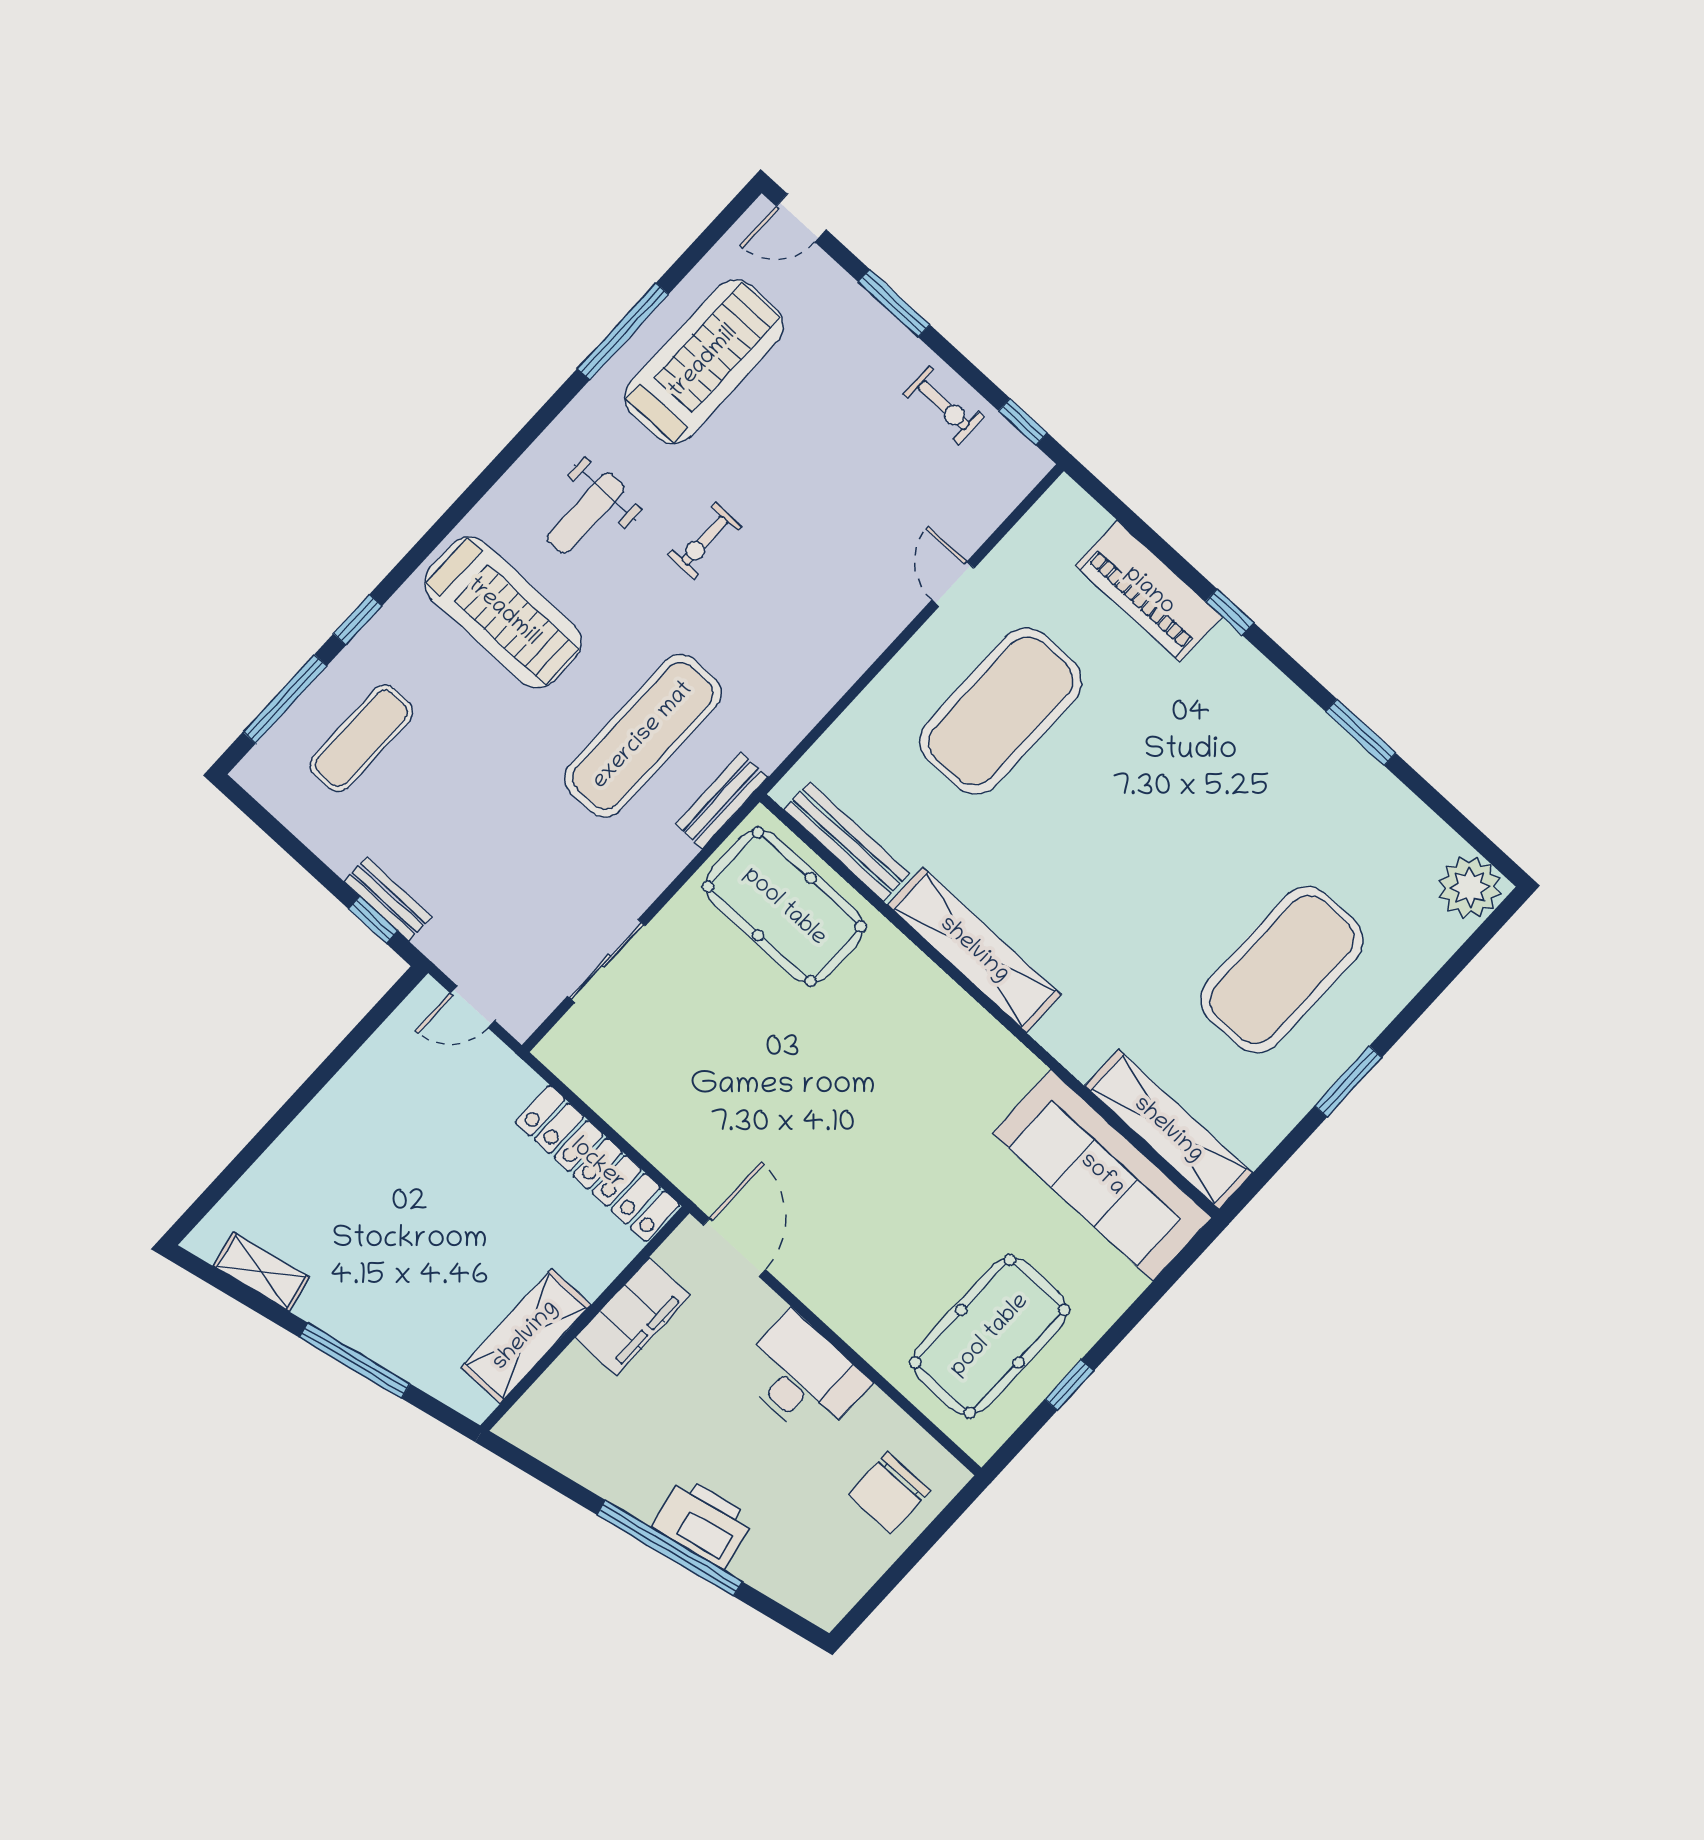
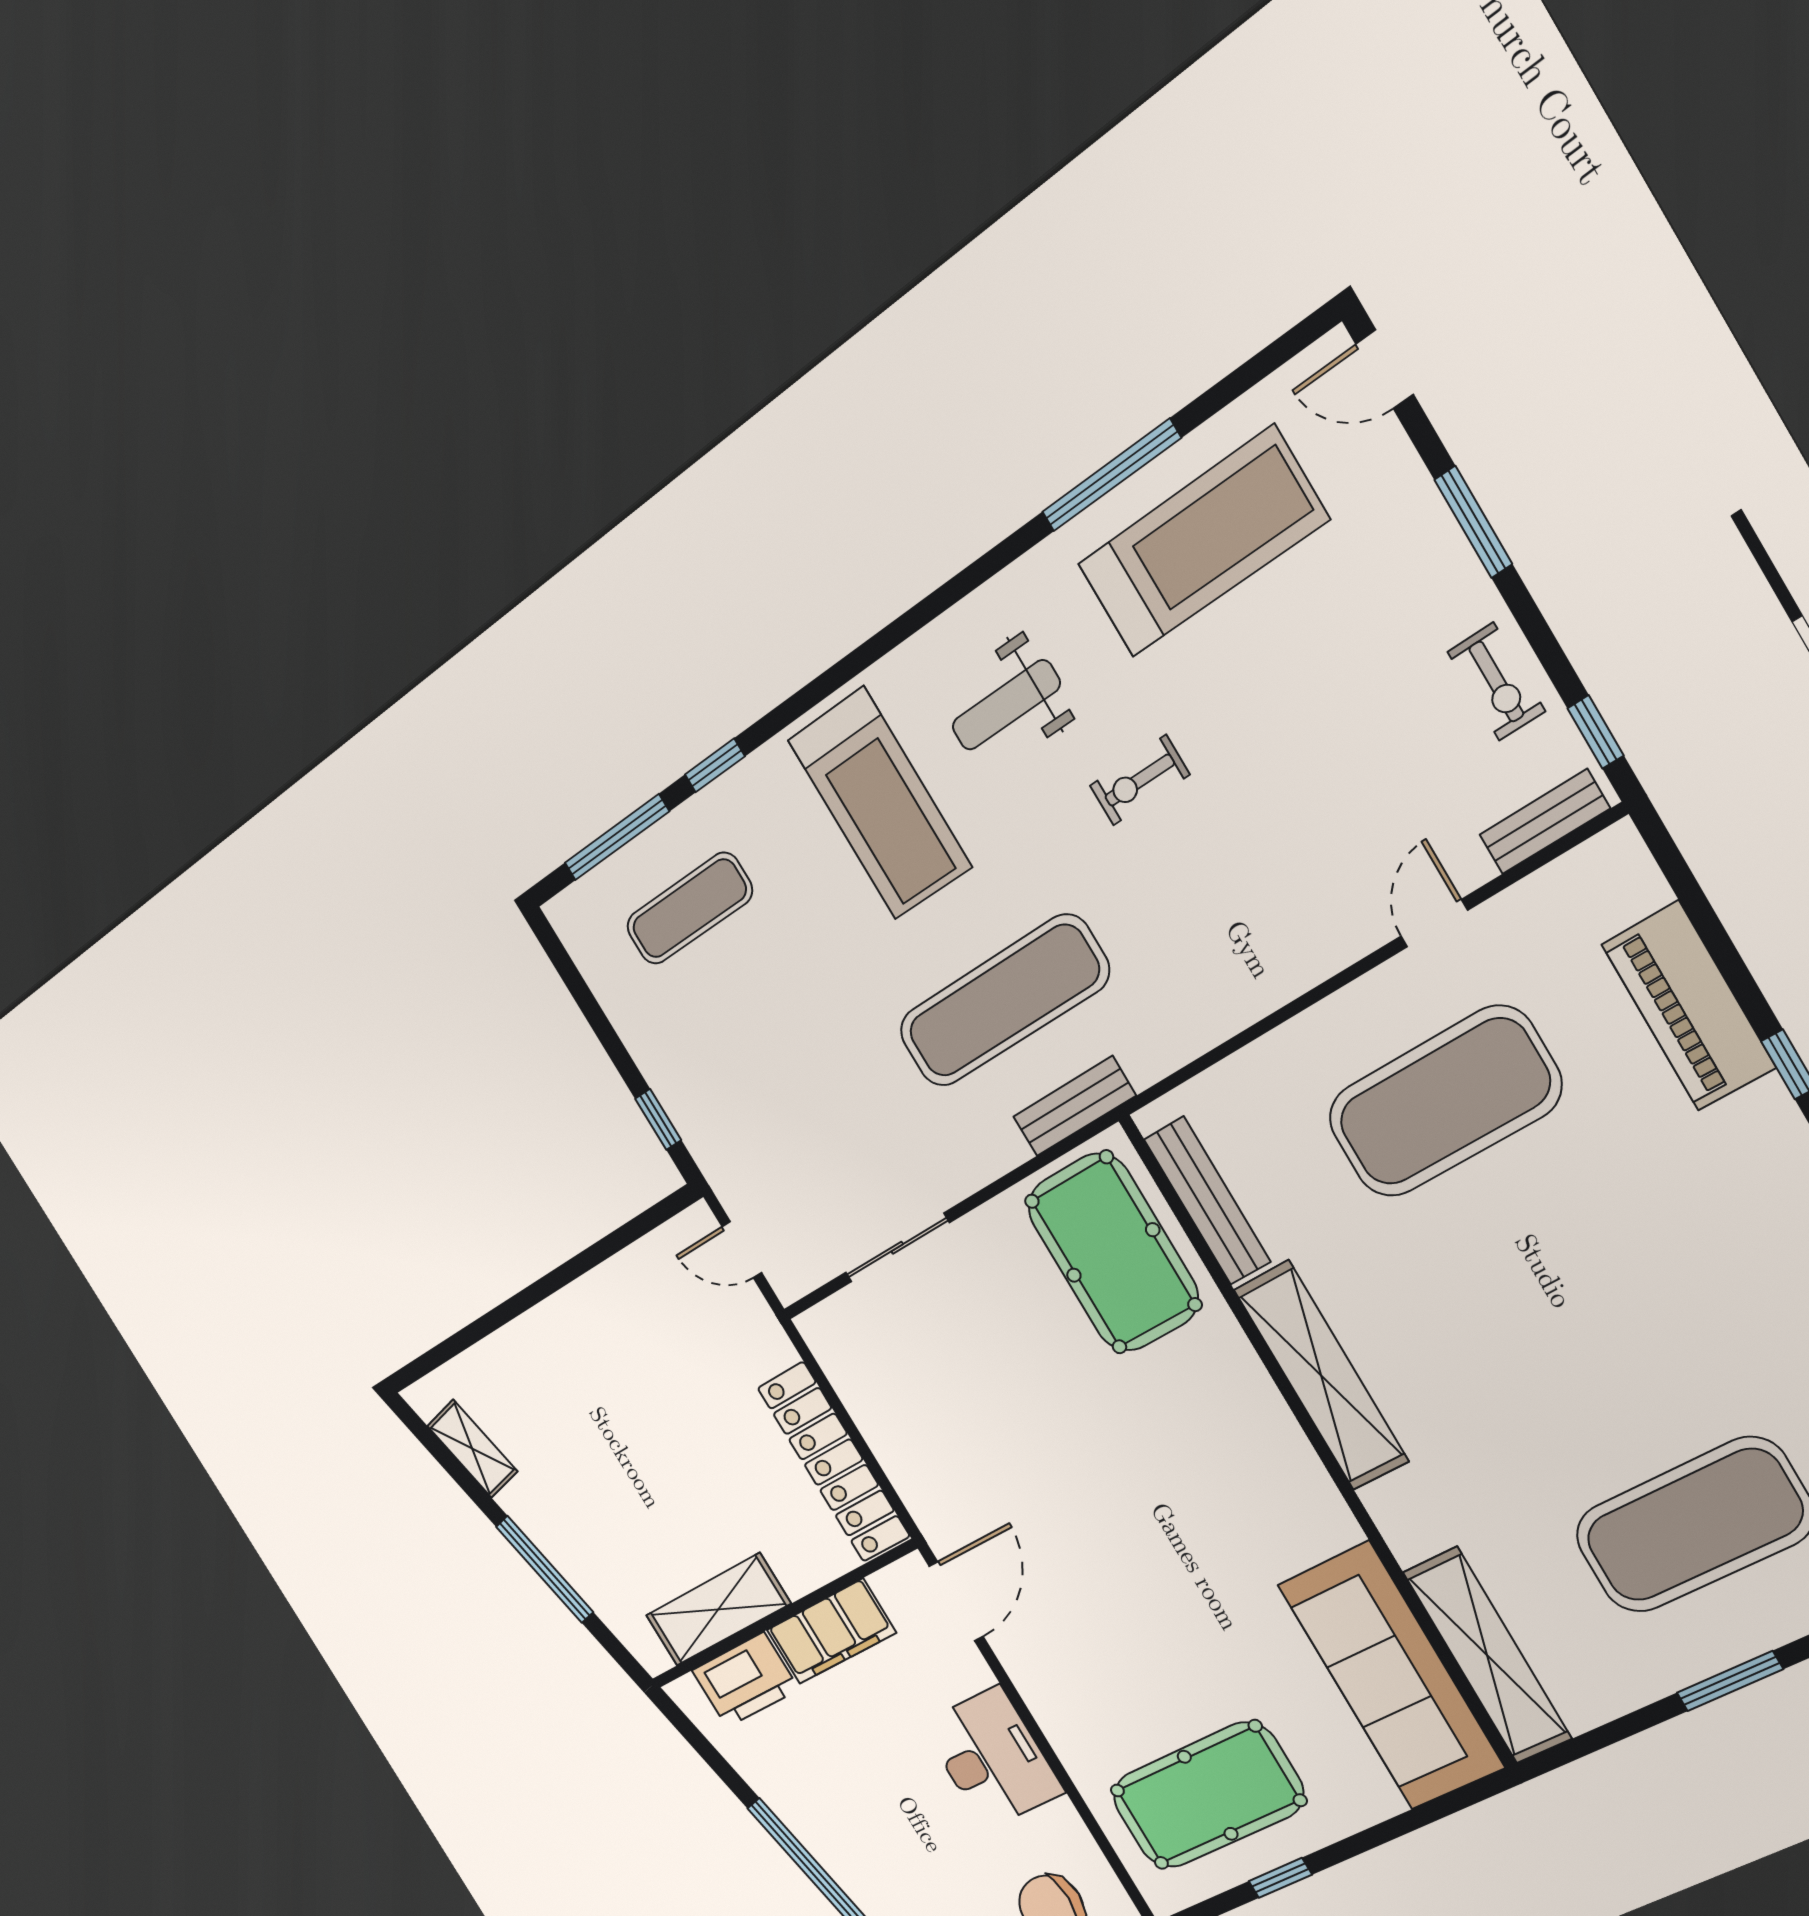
bench: (388, 899) -> (1545, 822), moved, turned 90
printer: (703, 1522) -> (745, 1680), moved, turned 102

